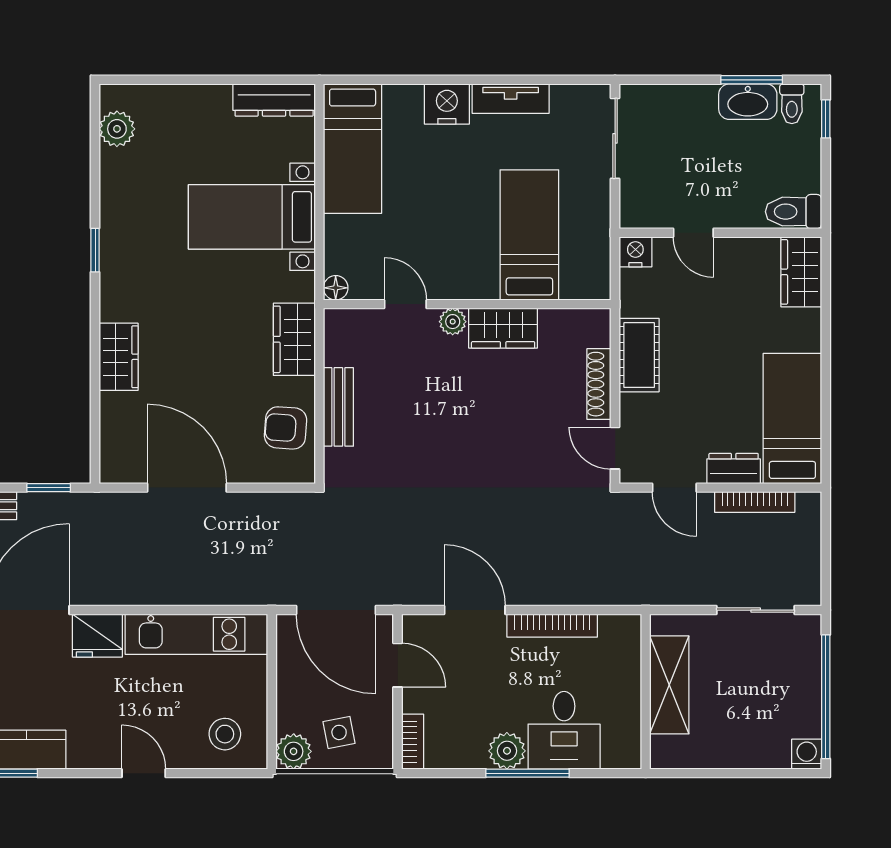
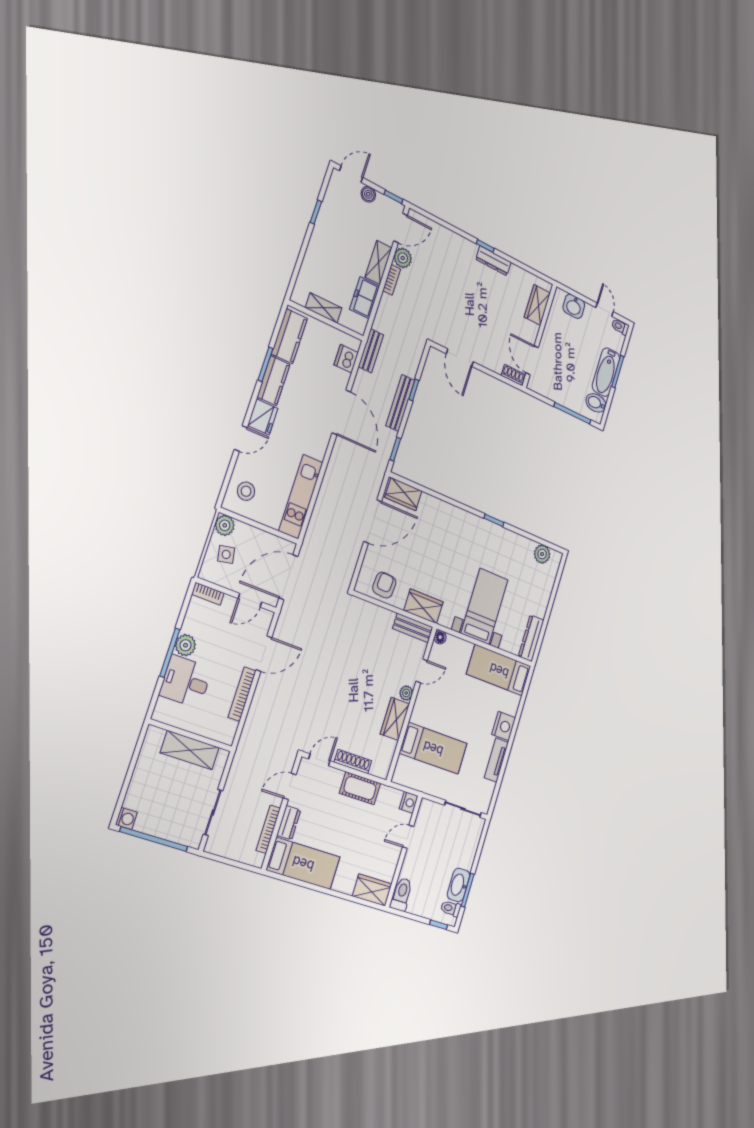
wardrobe: (119, 357) -> (403, 494), moved
bench: (338, 407) -> (413, 628), moved
fridge: (97, 636) -> (263, 417), moved, turned 180

